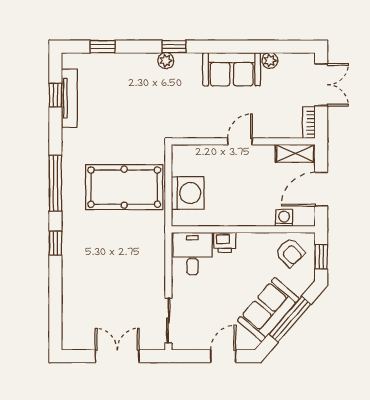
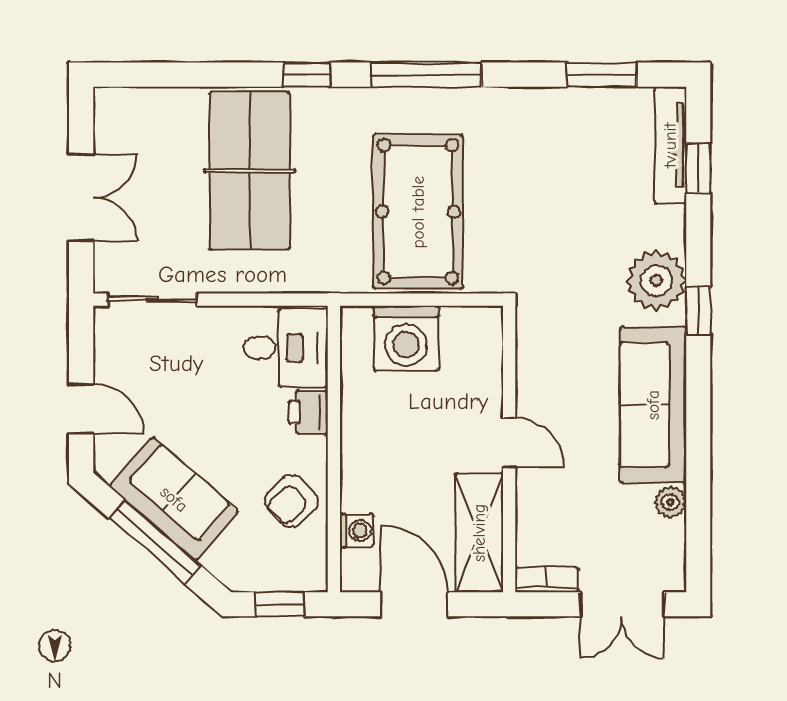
plant: (166, 61) -> (656, 281), width x1.88, depth x1.88
sofa: (232, 69) -> (653, 405), width x1.36
window: (55, 95) -> (602, 75), width x1.50
tv unit: (69, 98) -> (670, 145), moved, turned 90
shelving: (295, 153) -> (479, 533), width x1.50, depth x1.33
armchair: (290, 253) -> (291, 501), moved
table tennis table: (104, 272) -> (250, 171), added

